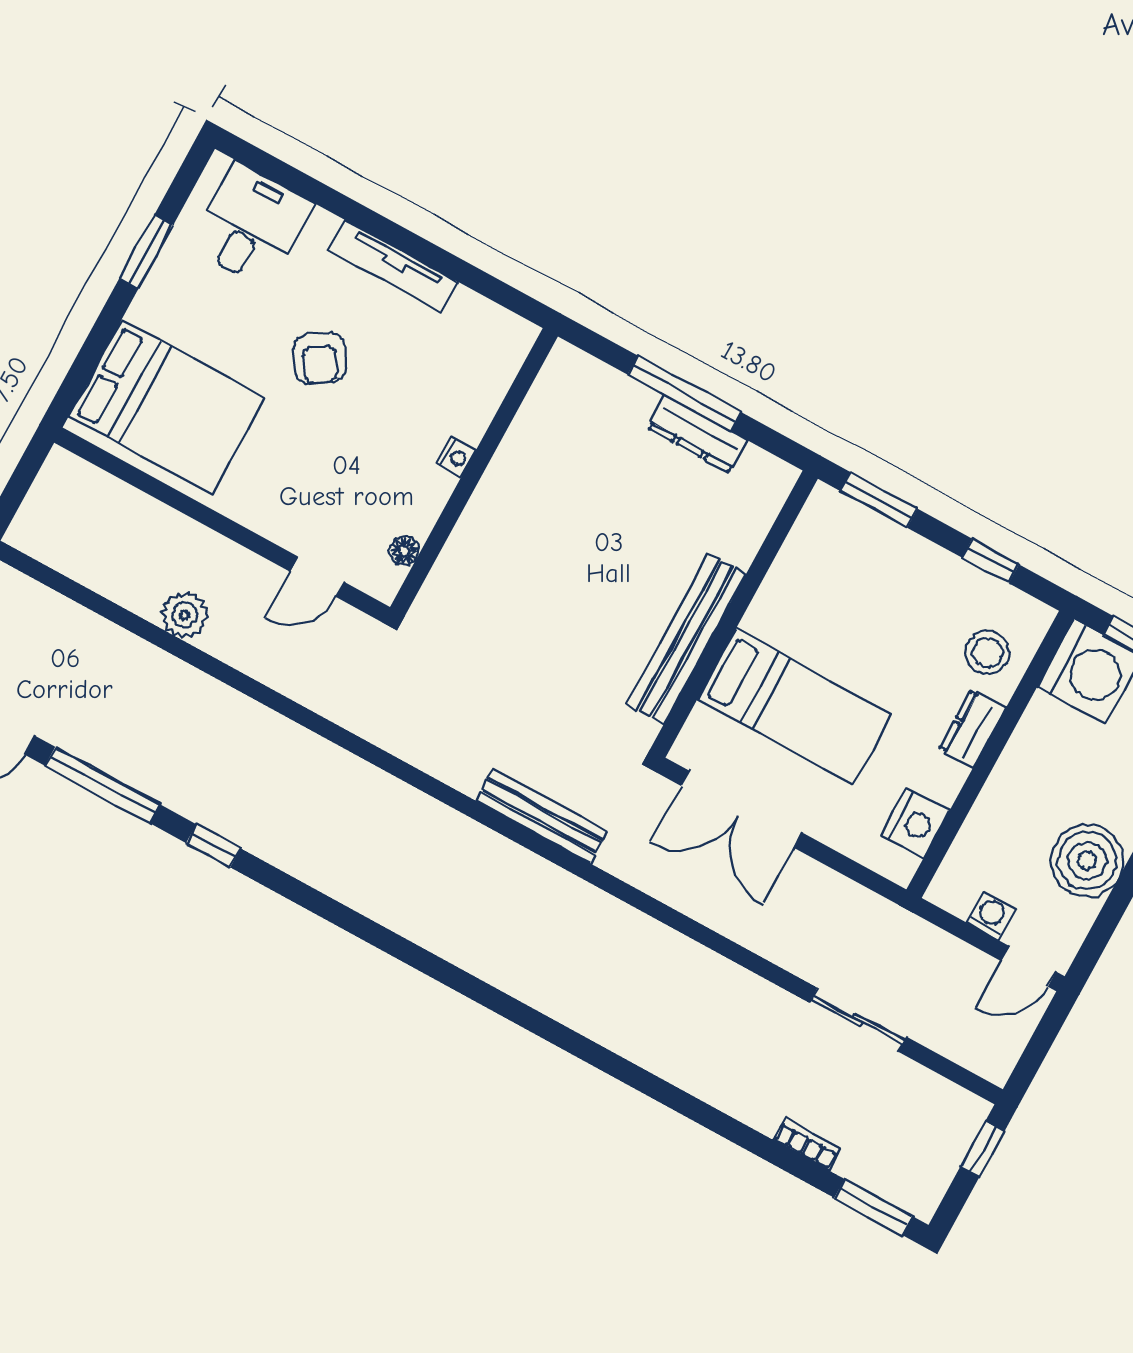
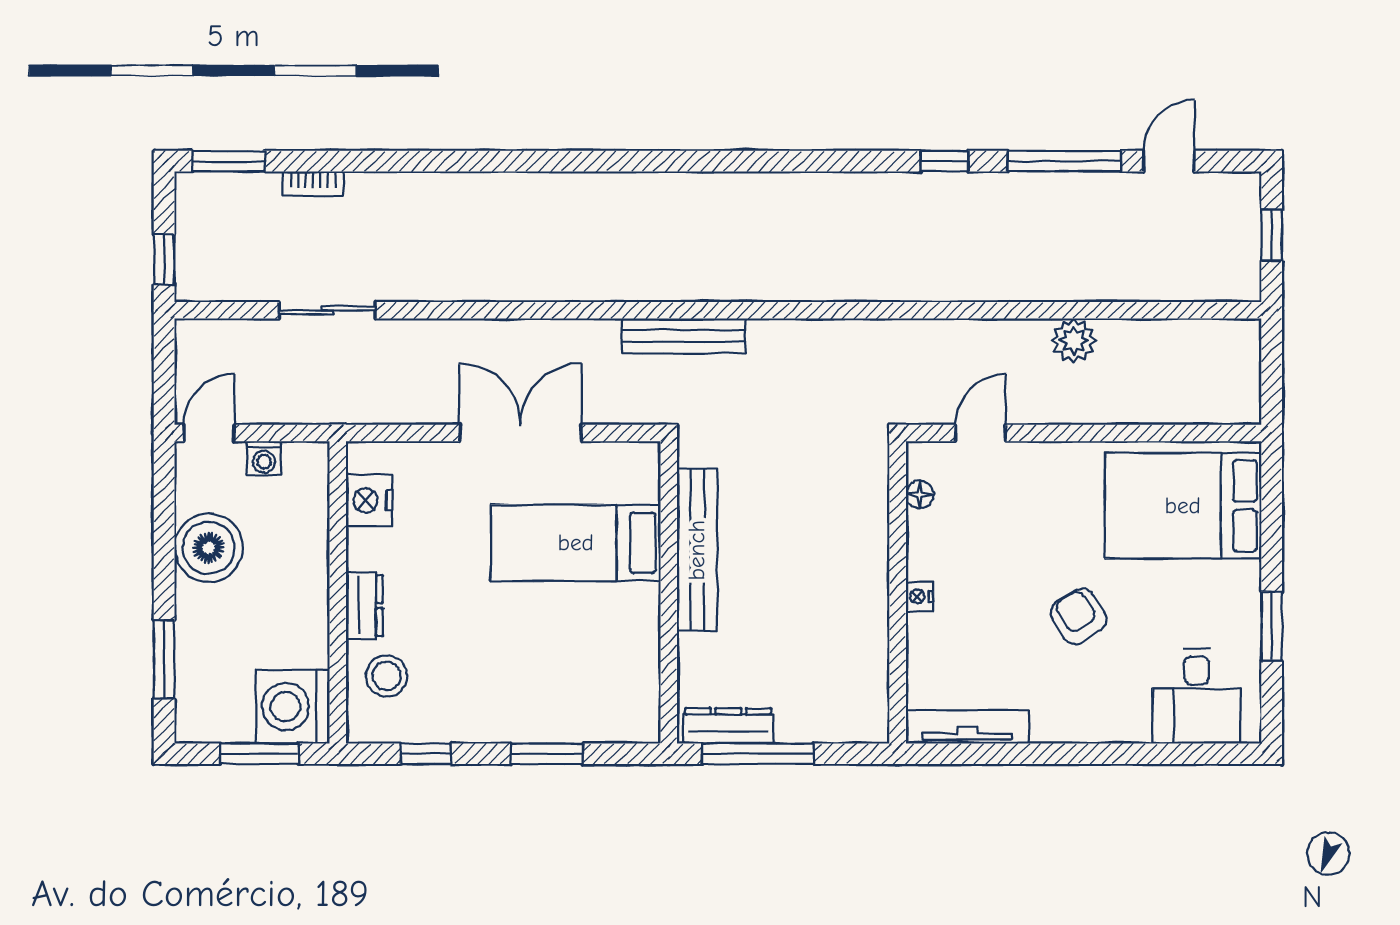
tv unit: (393, 266) -> (967, 727), moved
wall: (734, 614) -> (669, 592), moved
bench: (686, 639) -> (697, 550), moved
bed: (795, 707) -> (576, 543), moved

